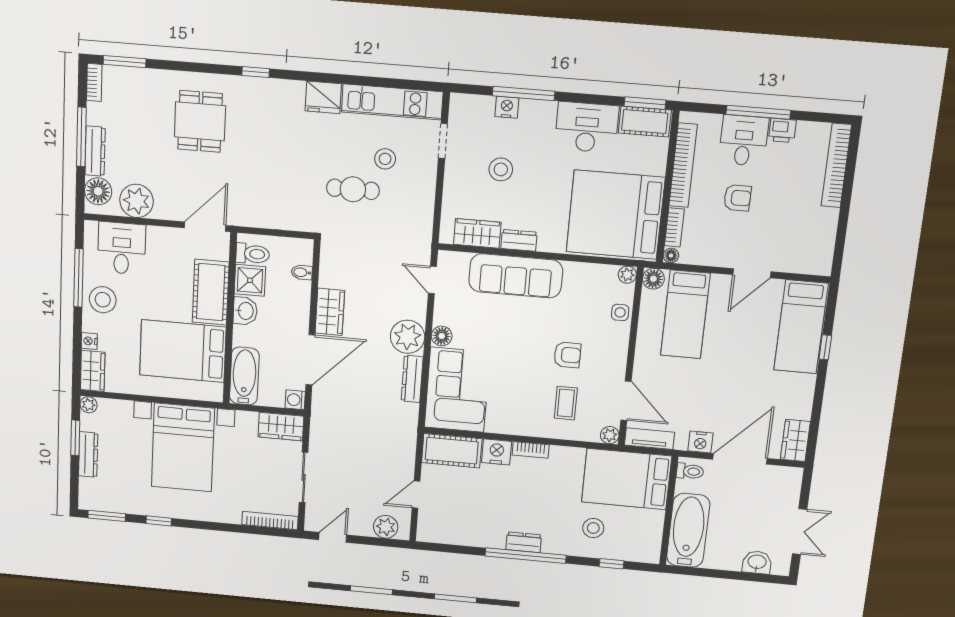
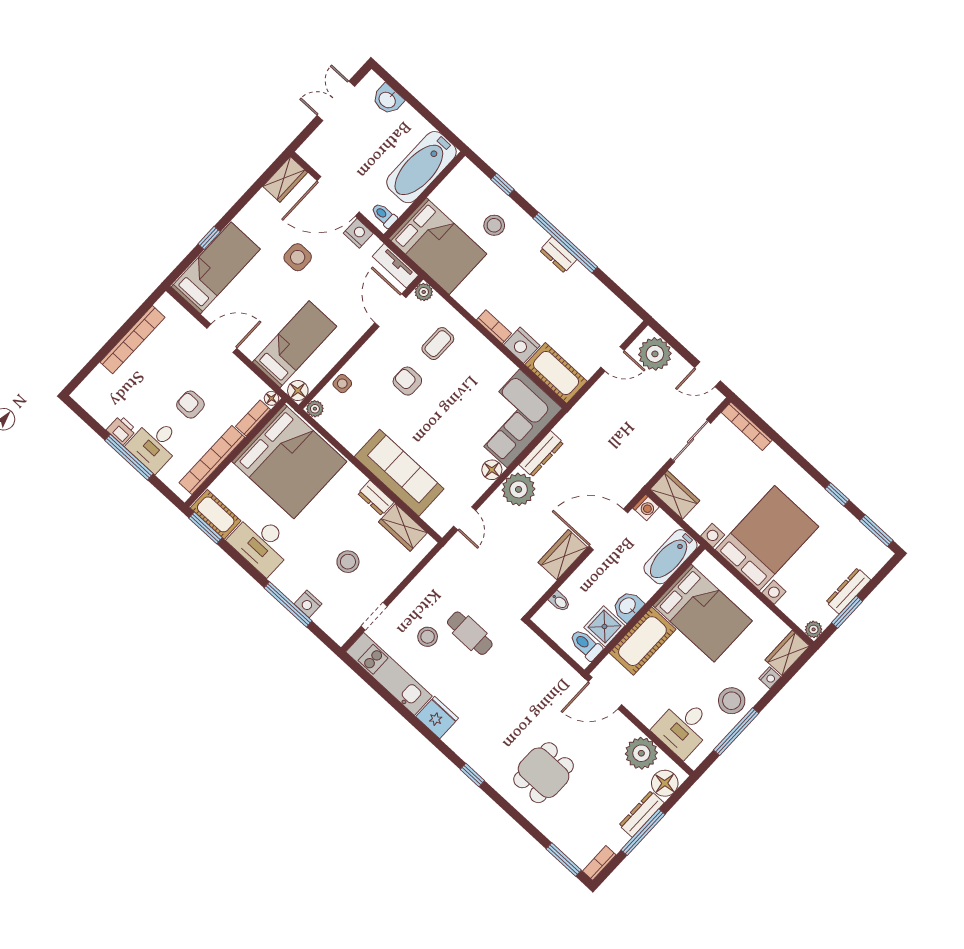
bookcase: (836, 165) -> (132, 340), moved
side table: (737, 386) -> (298, 257), added
plant: (386, 527) -> (655, 354), width x1.36, depth x1.36

